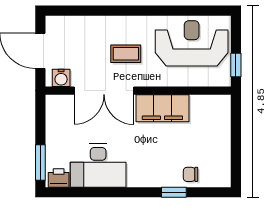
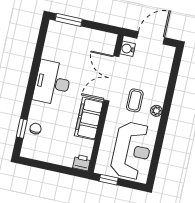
plant: (133, 23) -> (156, 111), added
desk: (98, 166) -> (52, 83), moved
printer: (59, 178) -> (82, 163), moved, turned -90
window: (174, 192) -> (22, 128), moved

